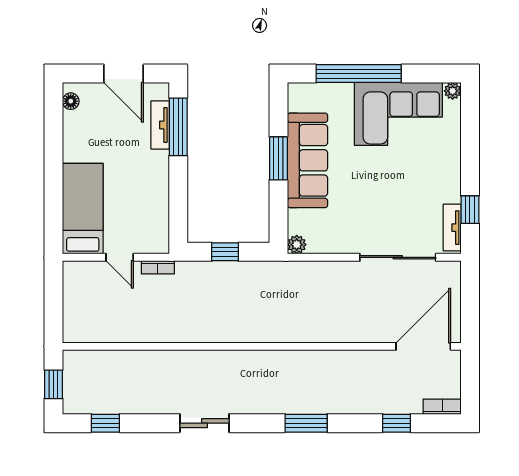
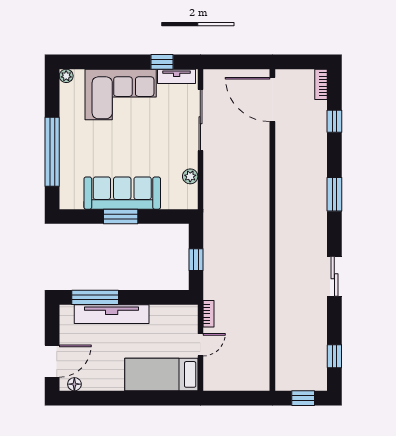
door: (124, 74) -> (52, 361), moved
corner sofa: (398, 114) -> (121, 94), moved, turned 90
tv unit: (160, 125) -> (112, 314), width x1.92, depth x1.29
plant: (297, 245) -> (190, 176), moved

